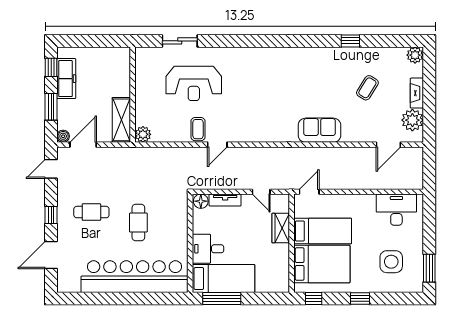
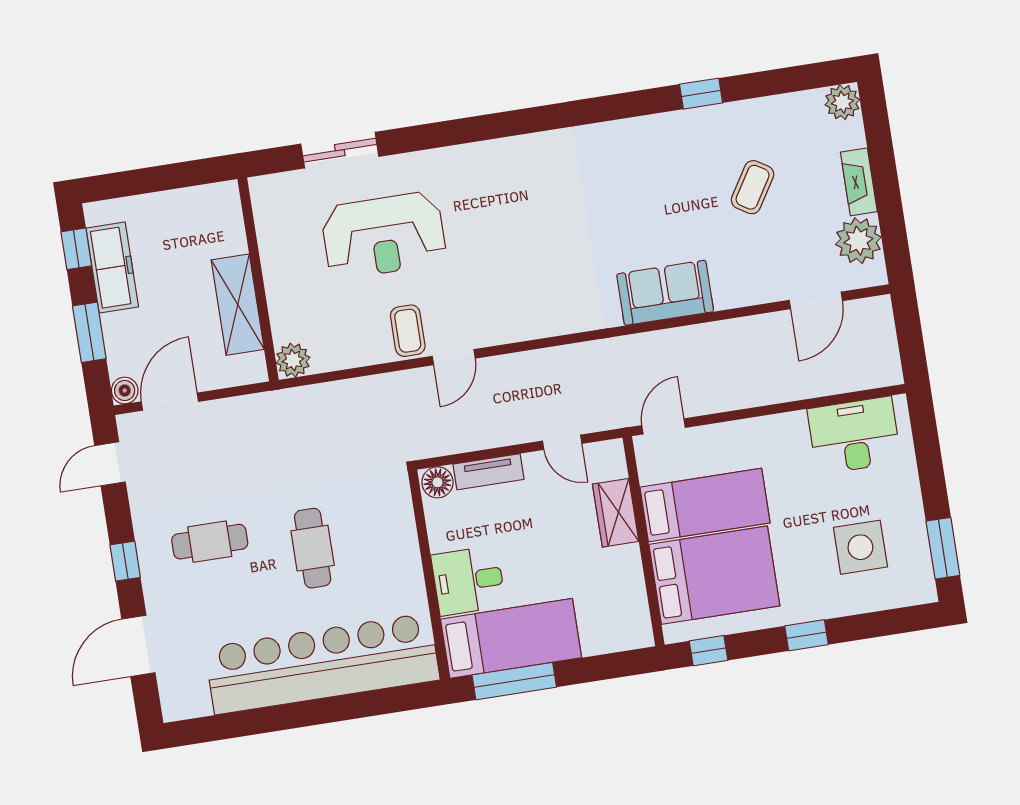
shelving: (121, 120) -> (238, 305), moved

